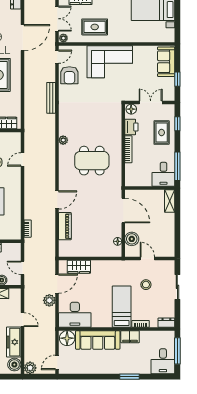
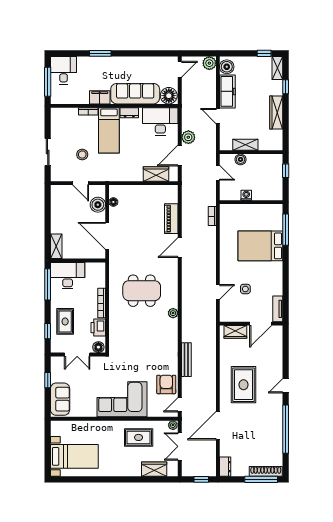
desk: (163, 174) -> (68, 276), width x1.37
dresser: (166, 323) -> (129, 113), moved

